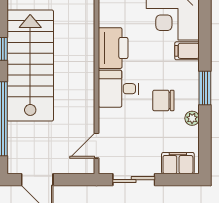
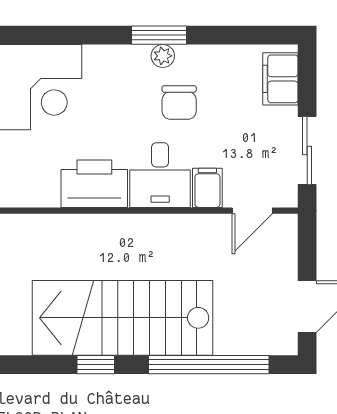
filing cabinet: (187, 51) -> (207, 188), moved, turned 180
plant: (192, 118) -> (163, 56), moved
door: (96, 146) -> (252, 211), hinge flipped

